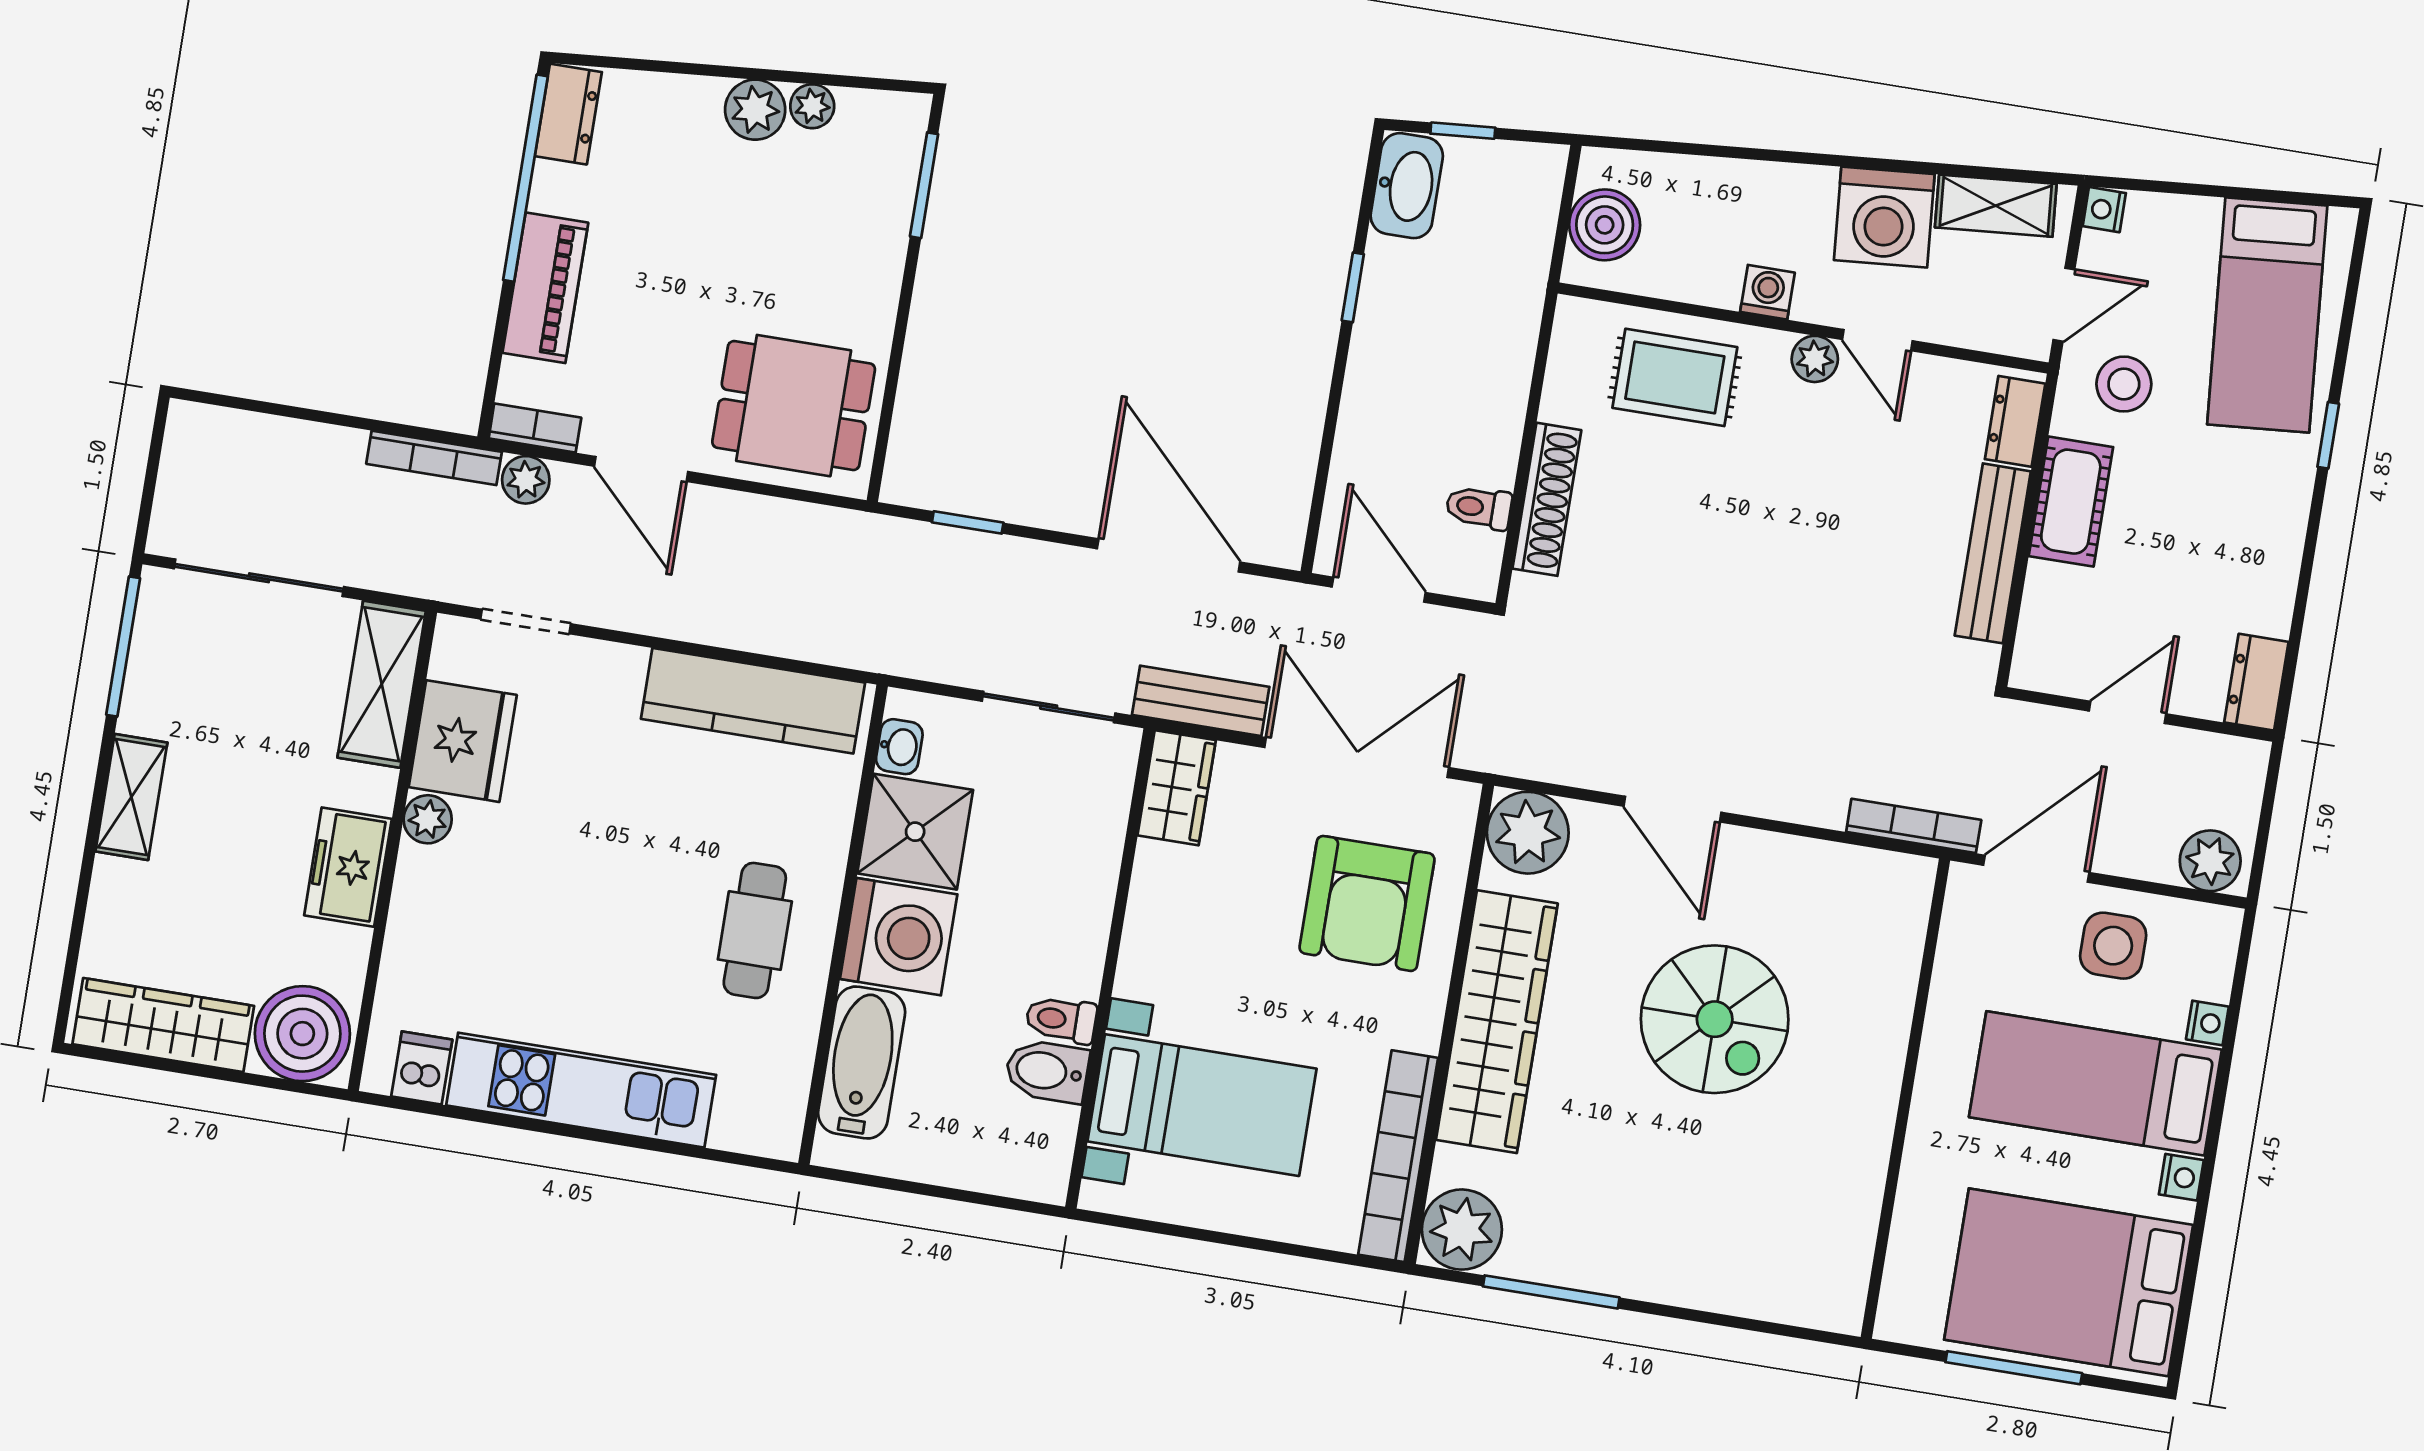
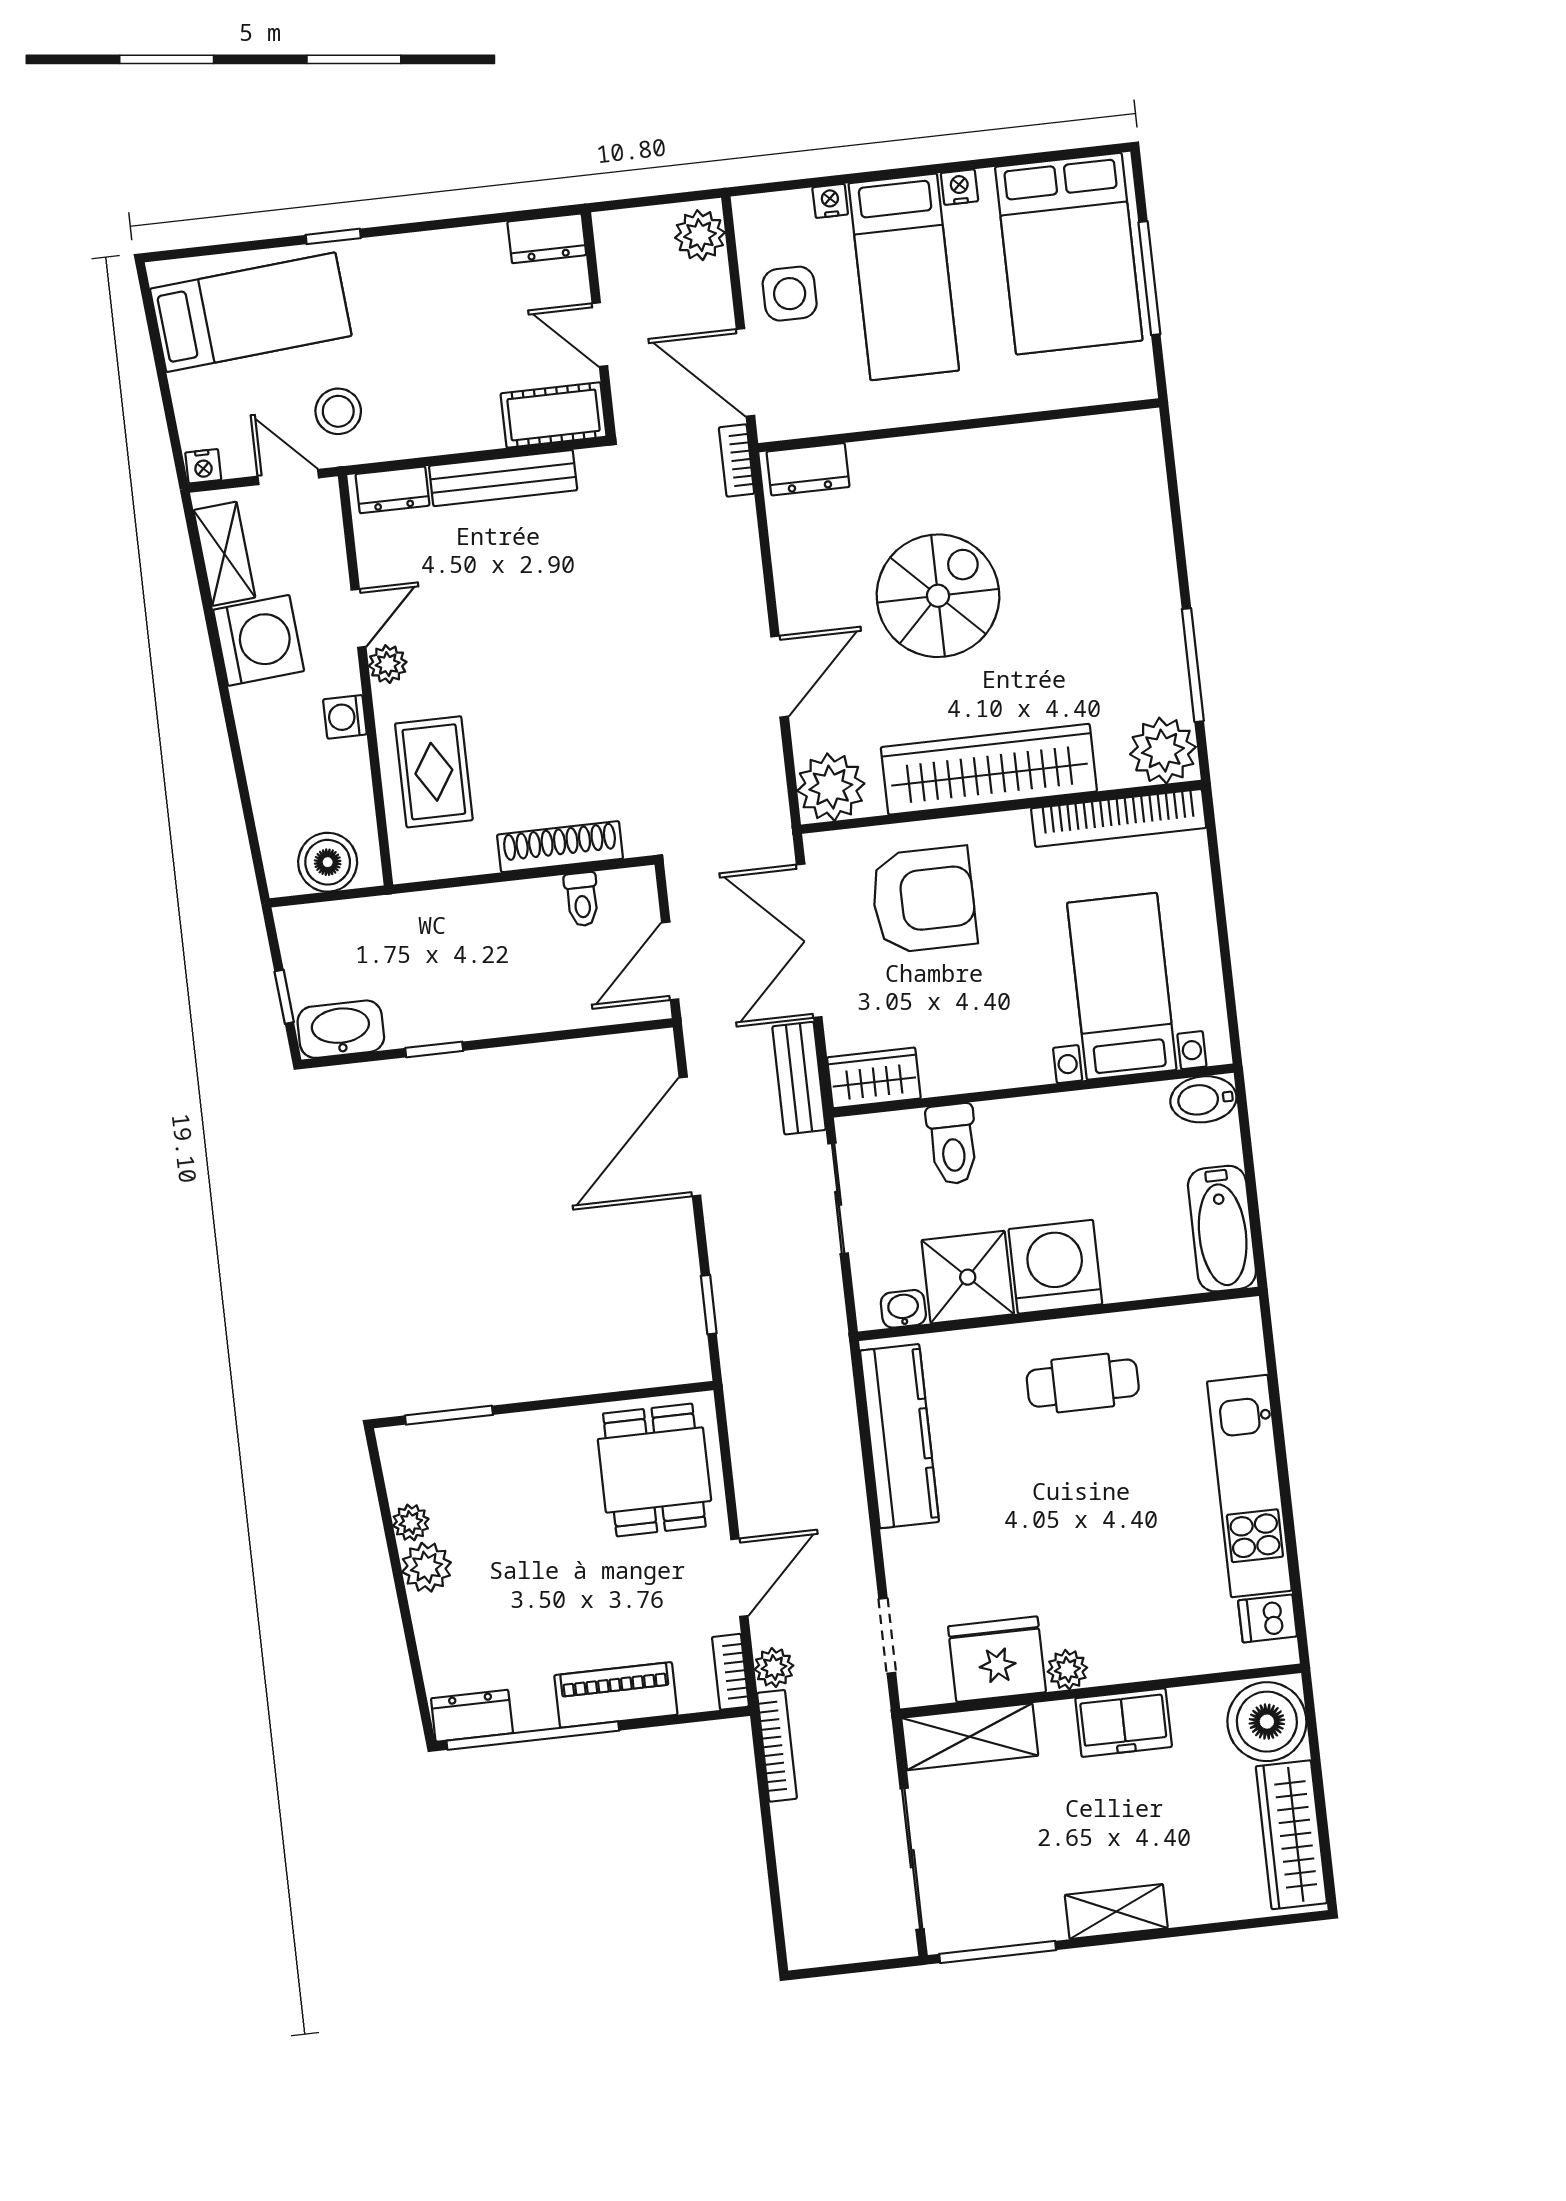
cot: (2071, 502) -> (554, 415), moved
bookcase: (1914, 826) -> (737, 460), width x0.64
dresser: (1904, 910) -> (808, 469), added
toilet: (1061, 1020) -> (953, 1144), moved, width x1.37, depth x1.39
bathtub: (862, 1063) -> (1222, 1229), moved, turned -90
bidet: (1047, 1071) -> (1203, 1099), moved, turned 90

